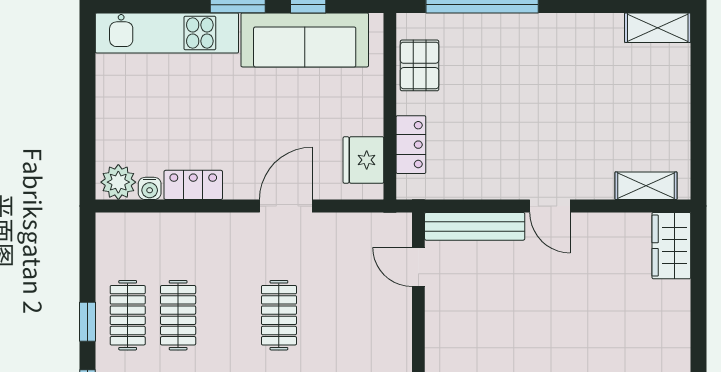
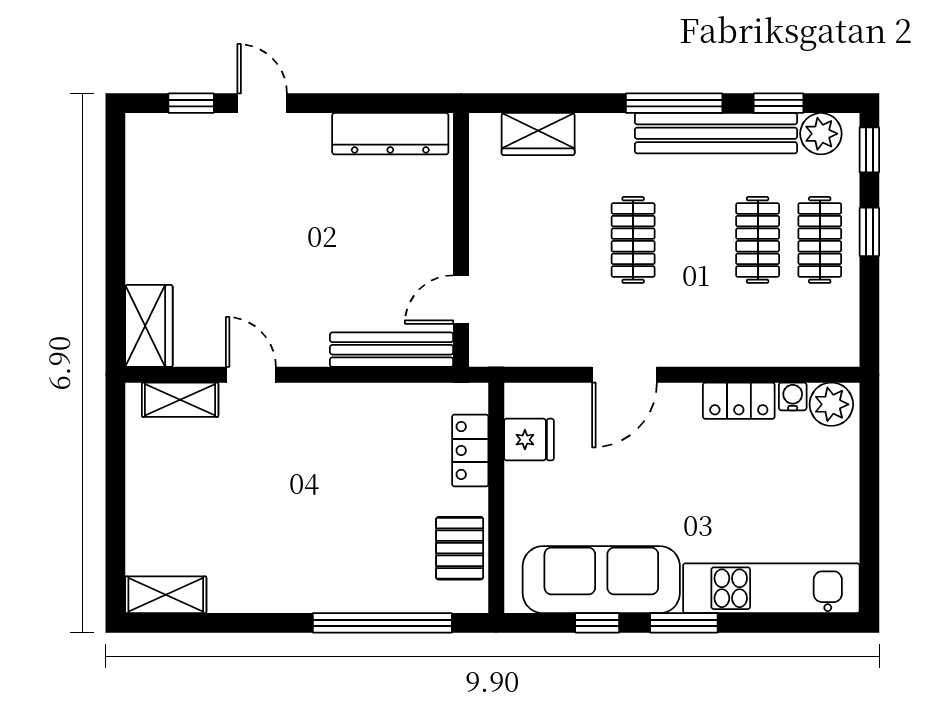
fridge: (363, 160) -> (529, 440), width x0.72
door: (550, 206) -> (251, 375), moved
door: (418, 267) -> (461, 300), swing flipped

